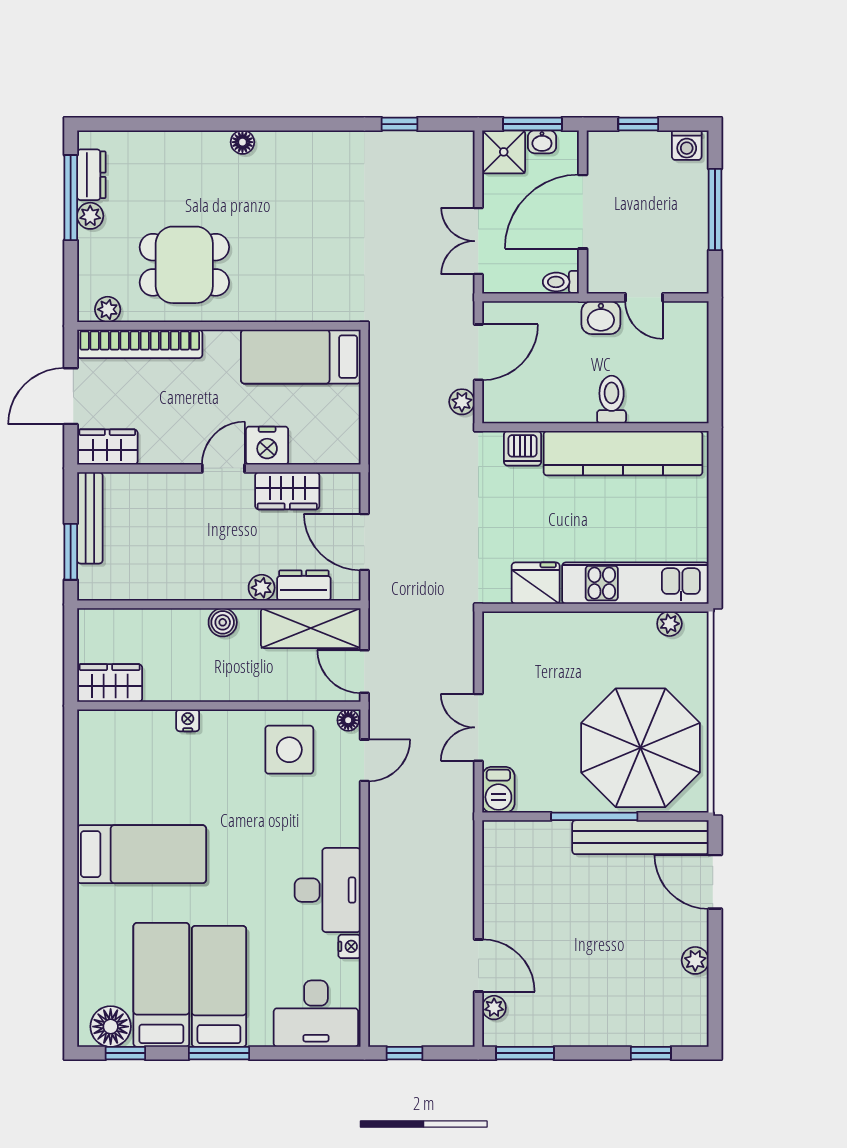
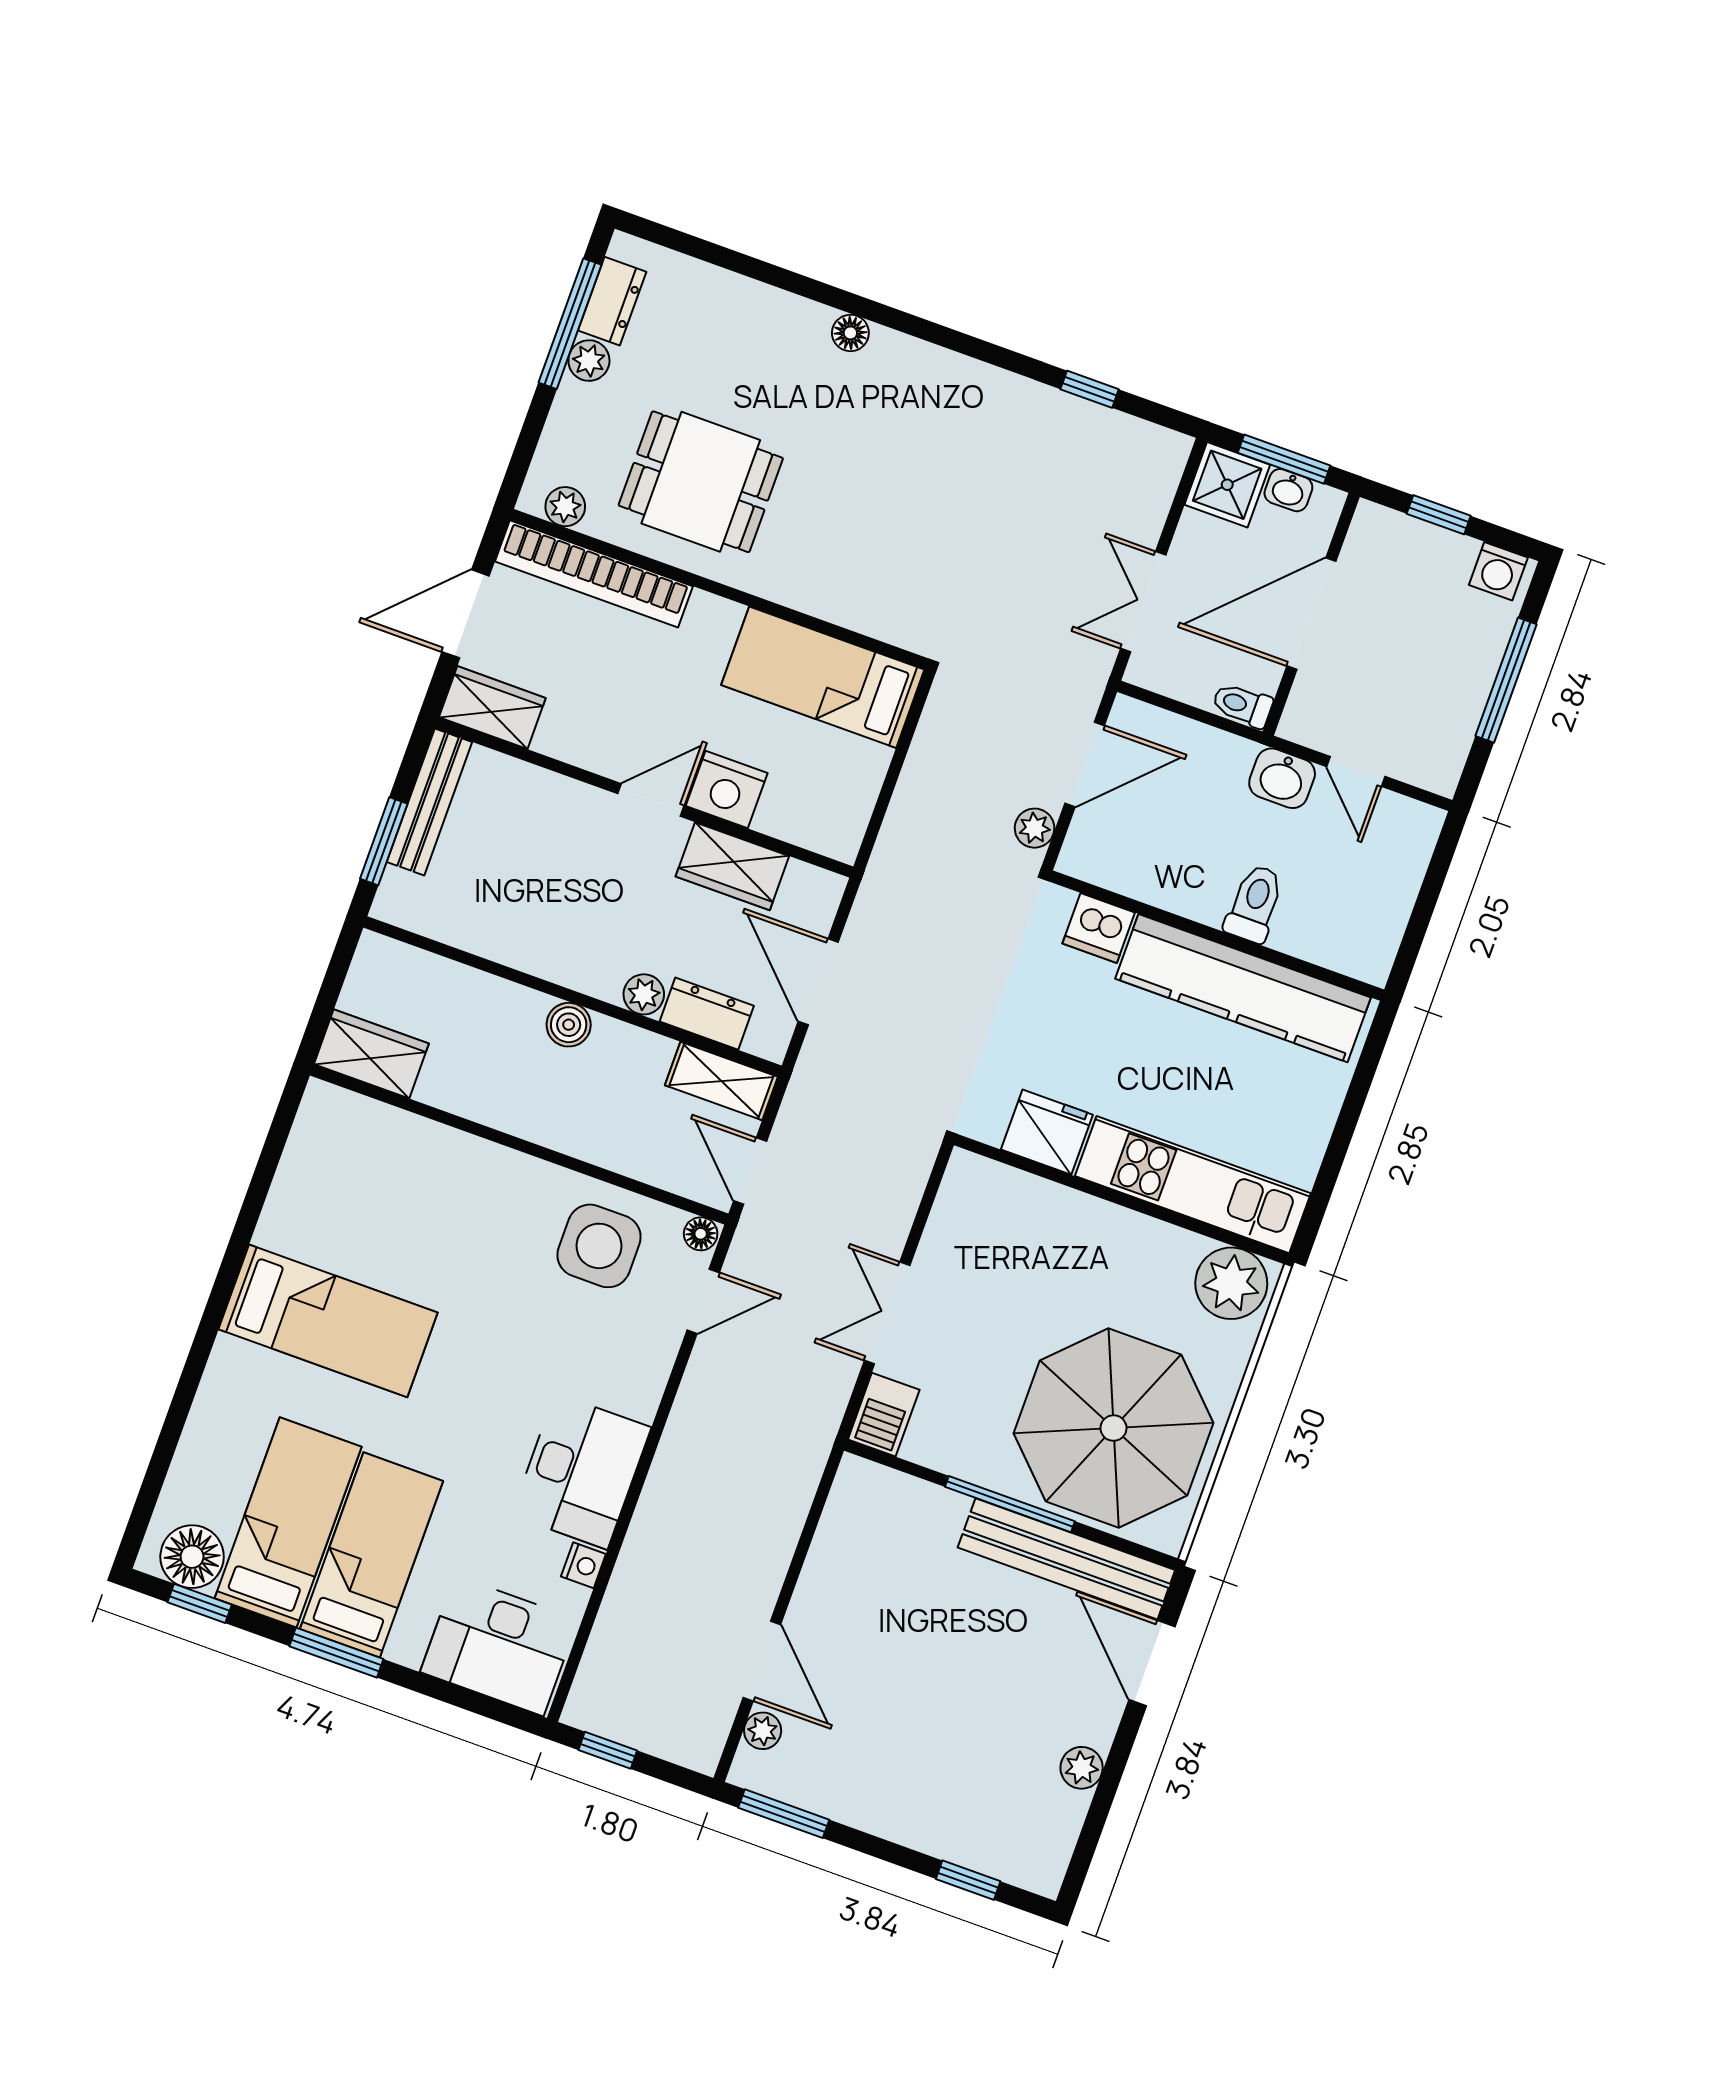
plant: (669, 624) -> (1231, 1283), width x1.87, depth x1.87
shelving: (311, 628) -> (721, 1081), width x0.67, depth x0.75
nightstand: (188, 720) -> (466, 1150), removed

